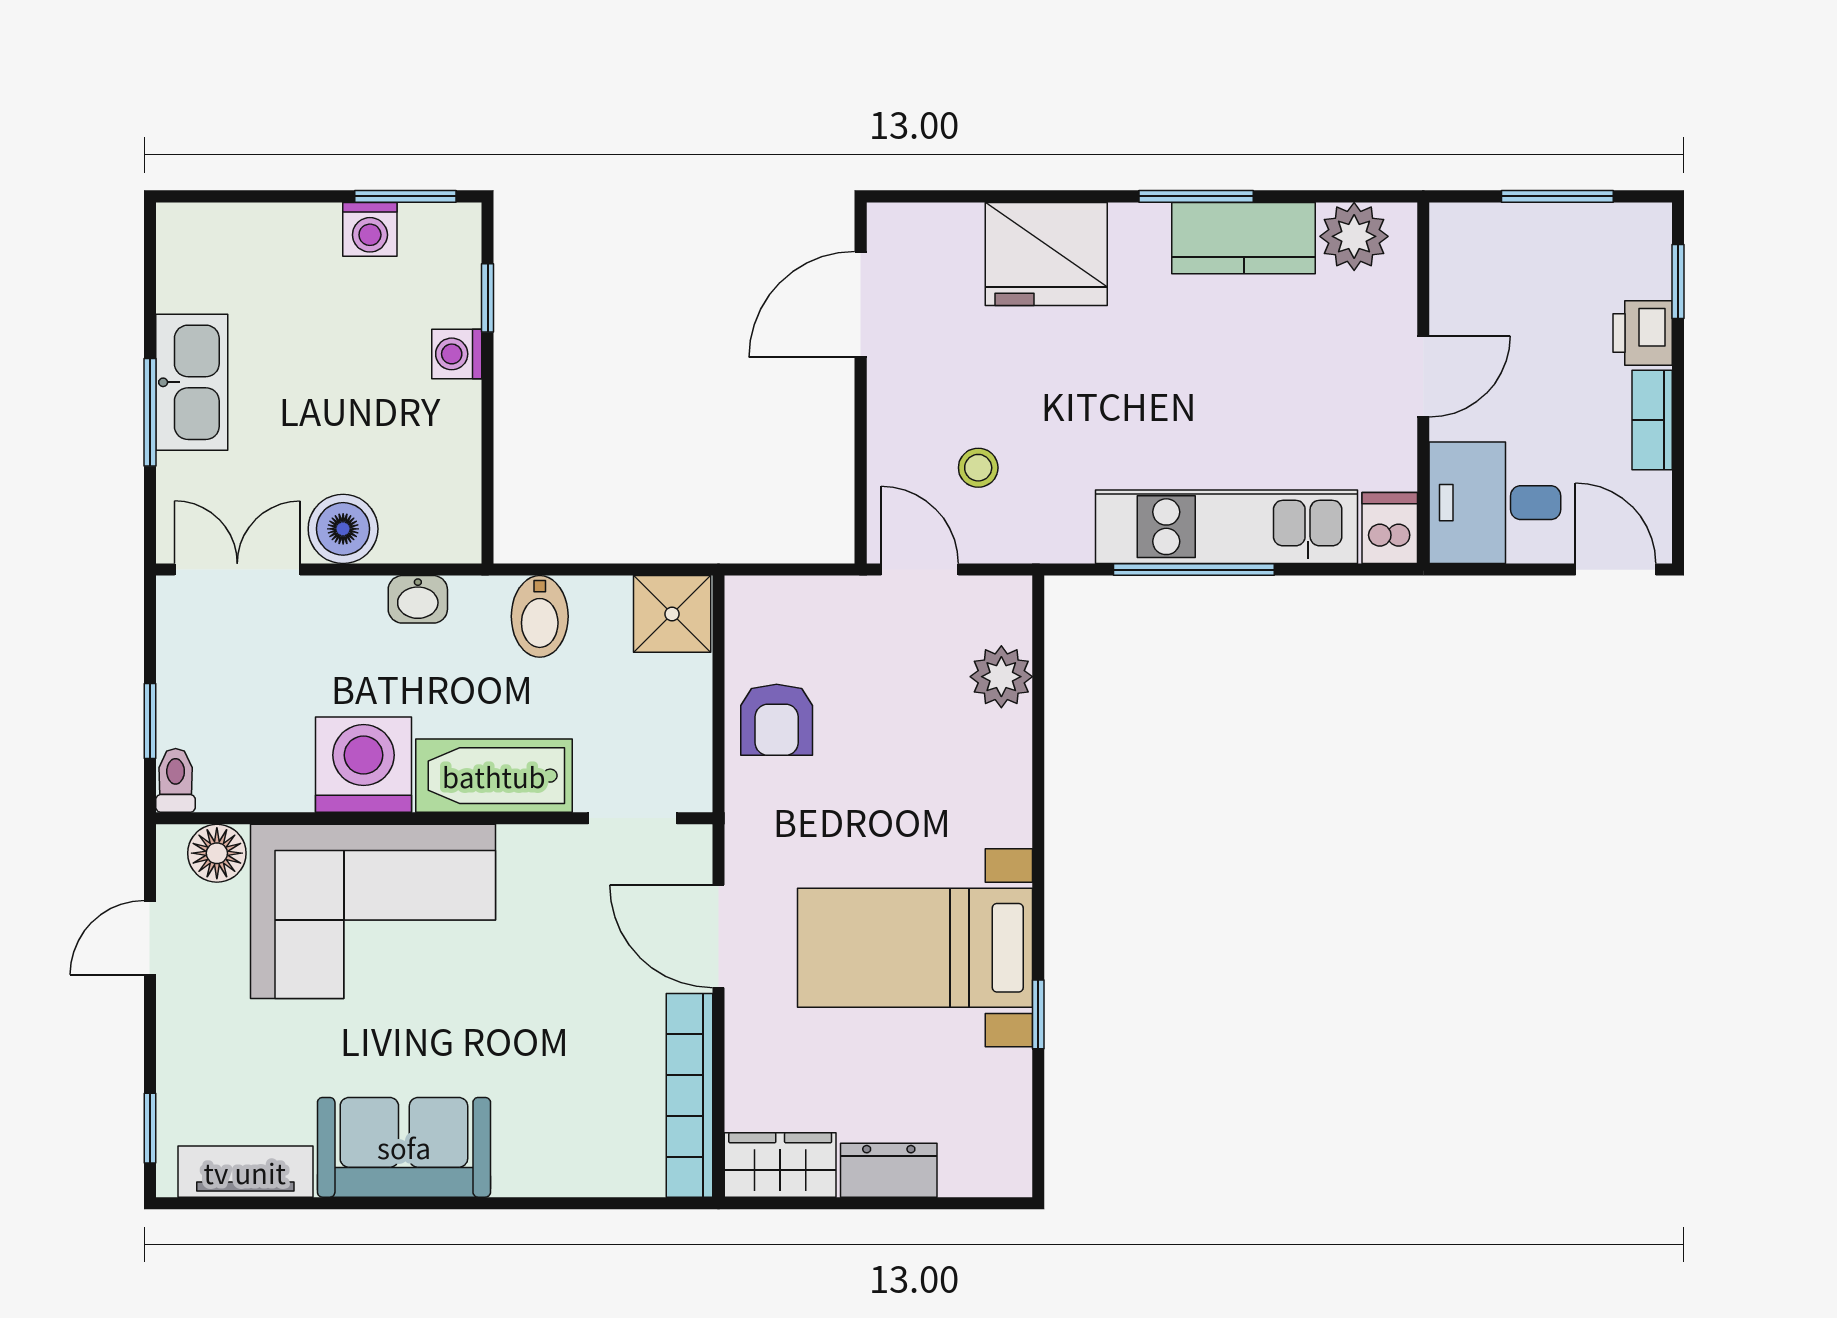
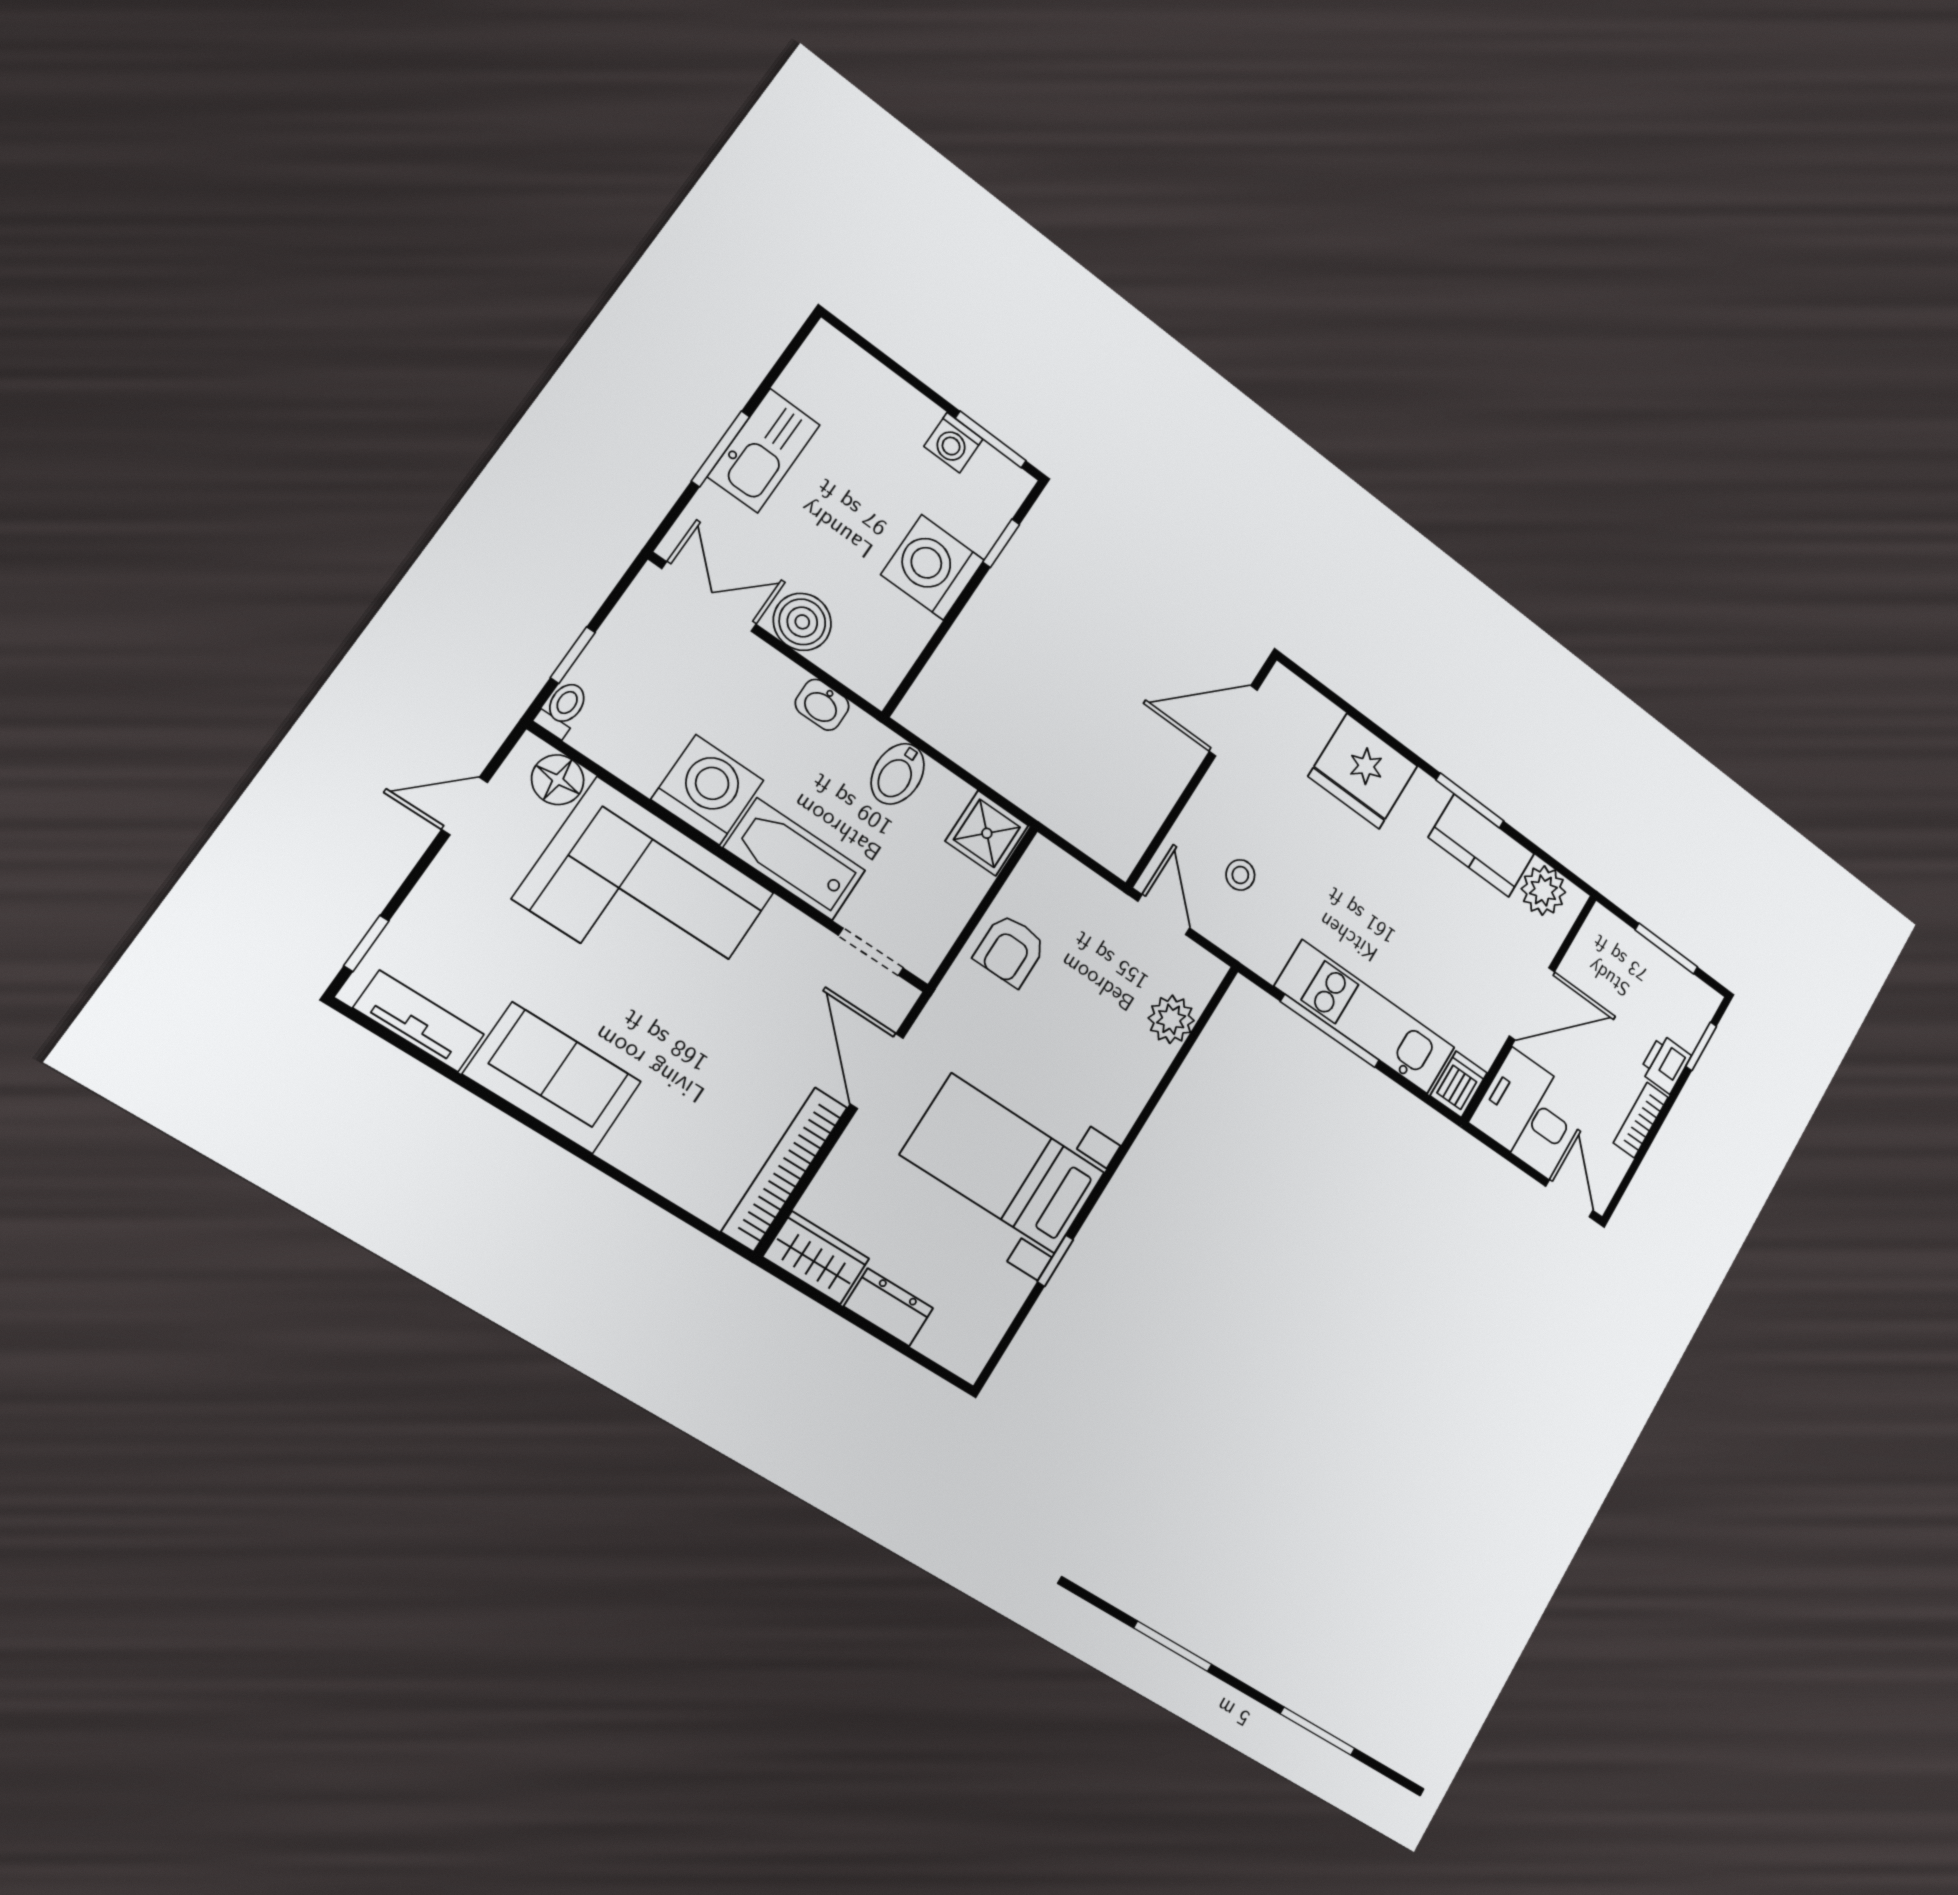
washing machine: (457, 354) -> (933, 567), width x1.89, depth x1.89
door: (1423, 376) -> (1532, 1004), width x1.38

